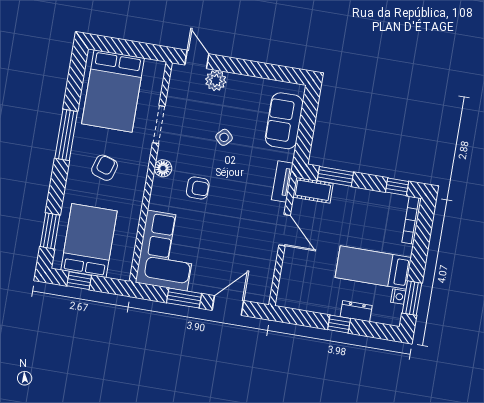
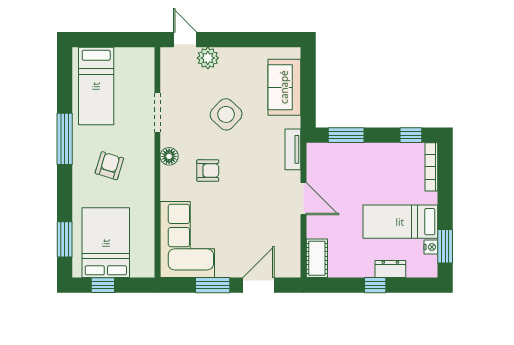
bed: (113, 91) -> (96, 86), width x0.67
side table: (224, 137) -> (226, 114), width x1.87, depth x1.87
cot: (313, 190) -> (317, 258), moved, turned 90

